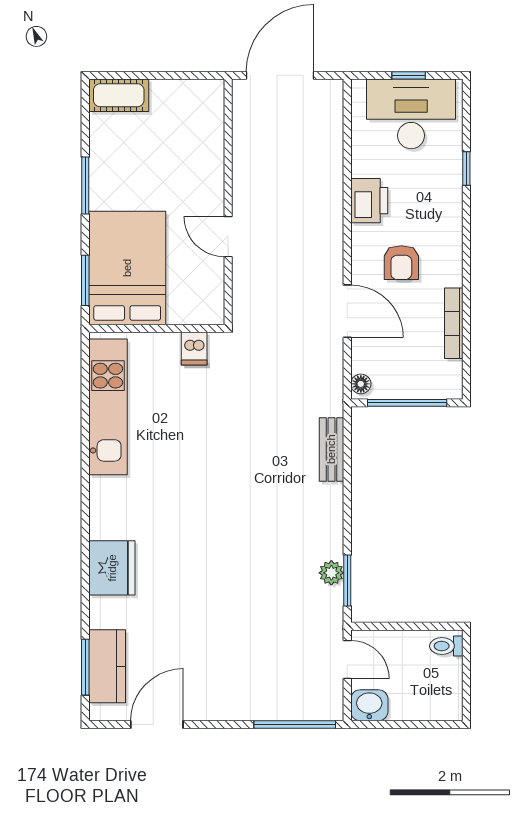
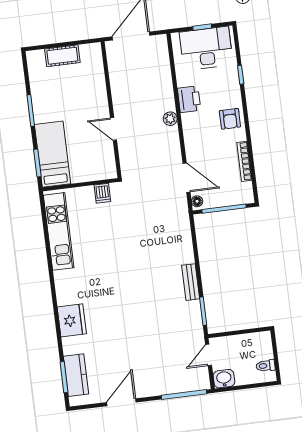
cot: (119, 95) -> (62, 56), moved
armchair: (401, 263) -> (230, 119), moved
bed: (127, 268) -> (53, 154), width x0.67
door: (347, 311) -> (186, 178), moved
bench: (331, 449) -> (191, 282), moved
plant: (331, 573) -> (170, 119), moved
toilet: (446, 646) -> (266, 366), moved
door: (347, 659) -> (209, 355), swing flipped
door: (157, 725) -> (121, 402), moved

